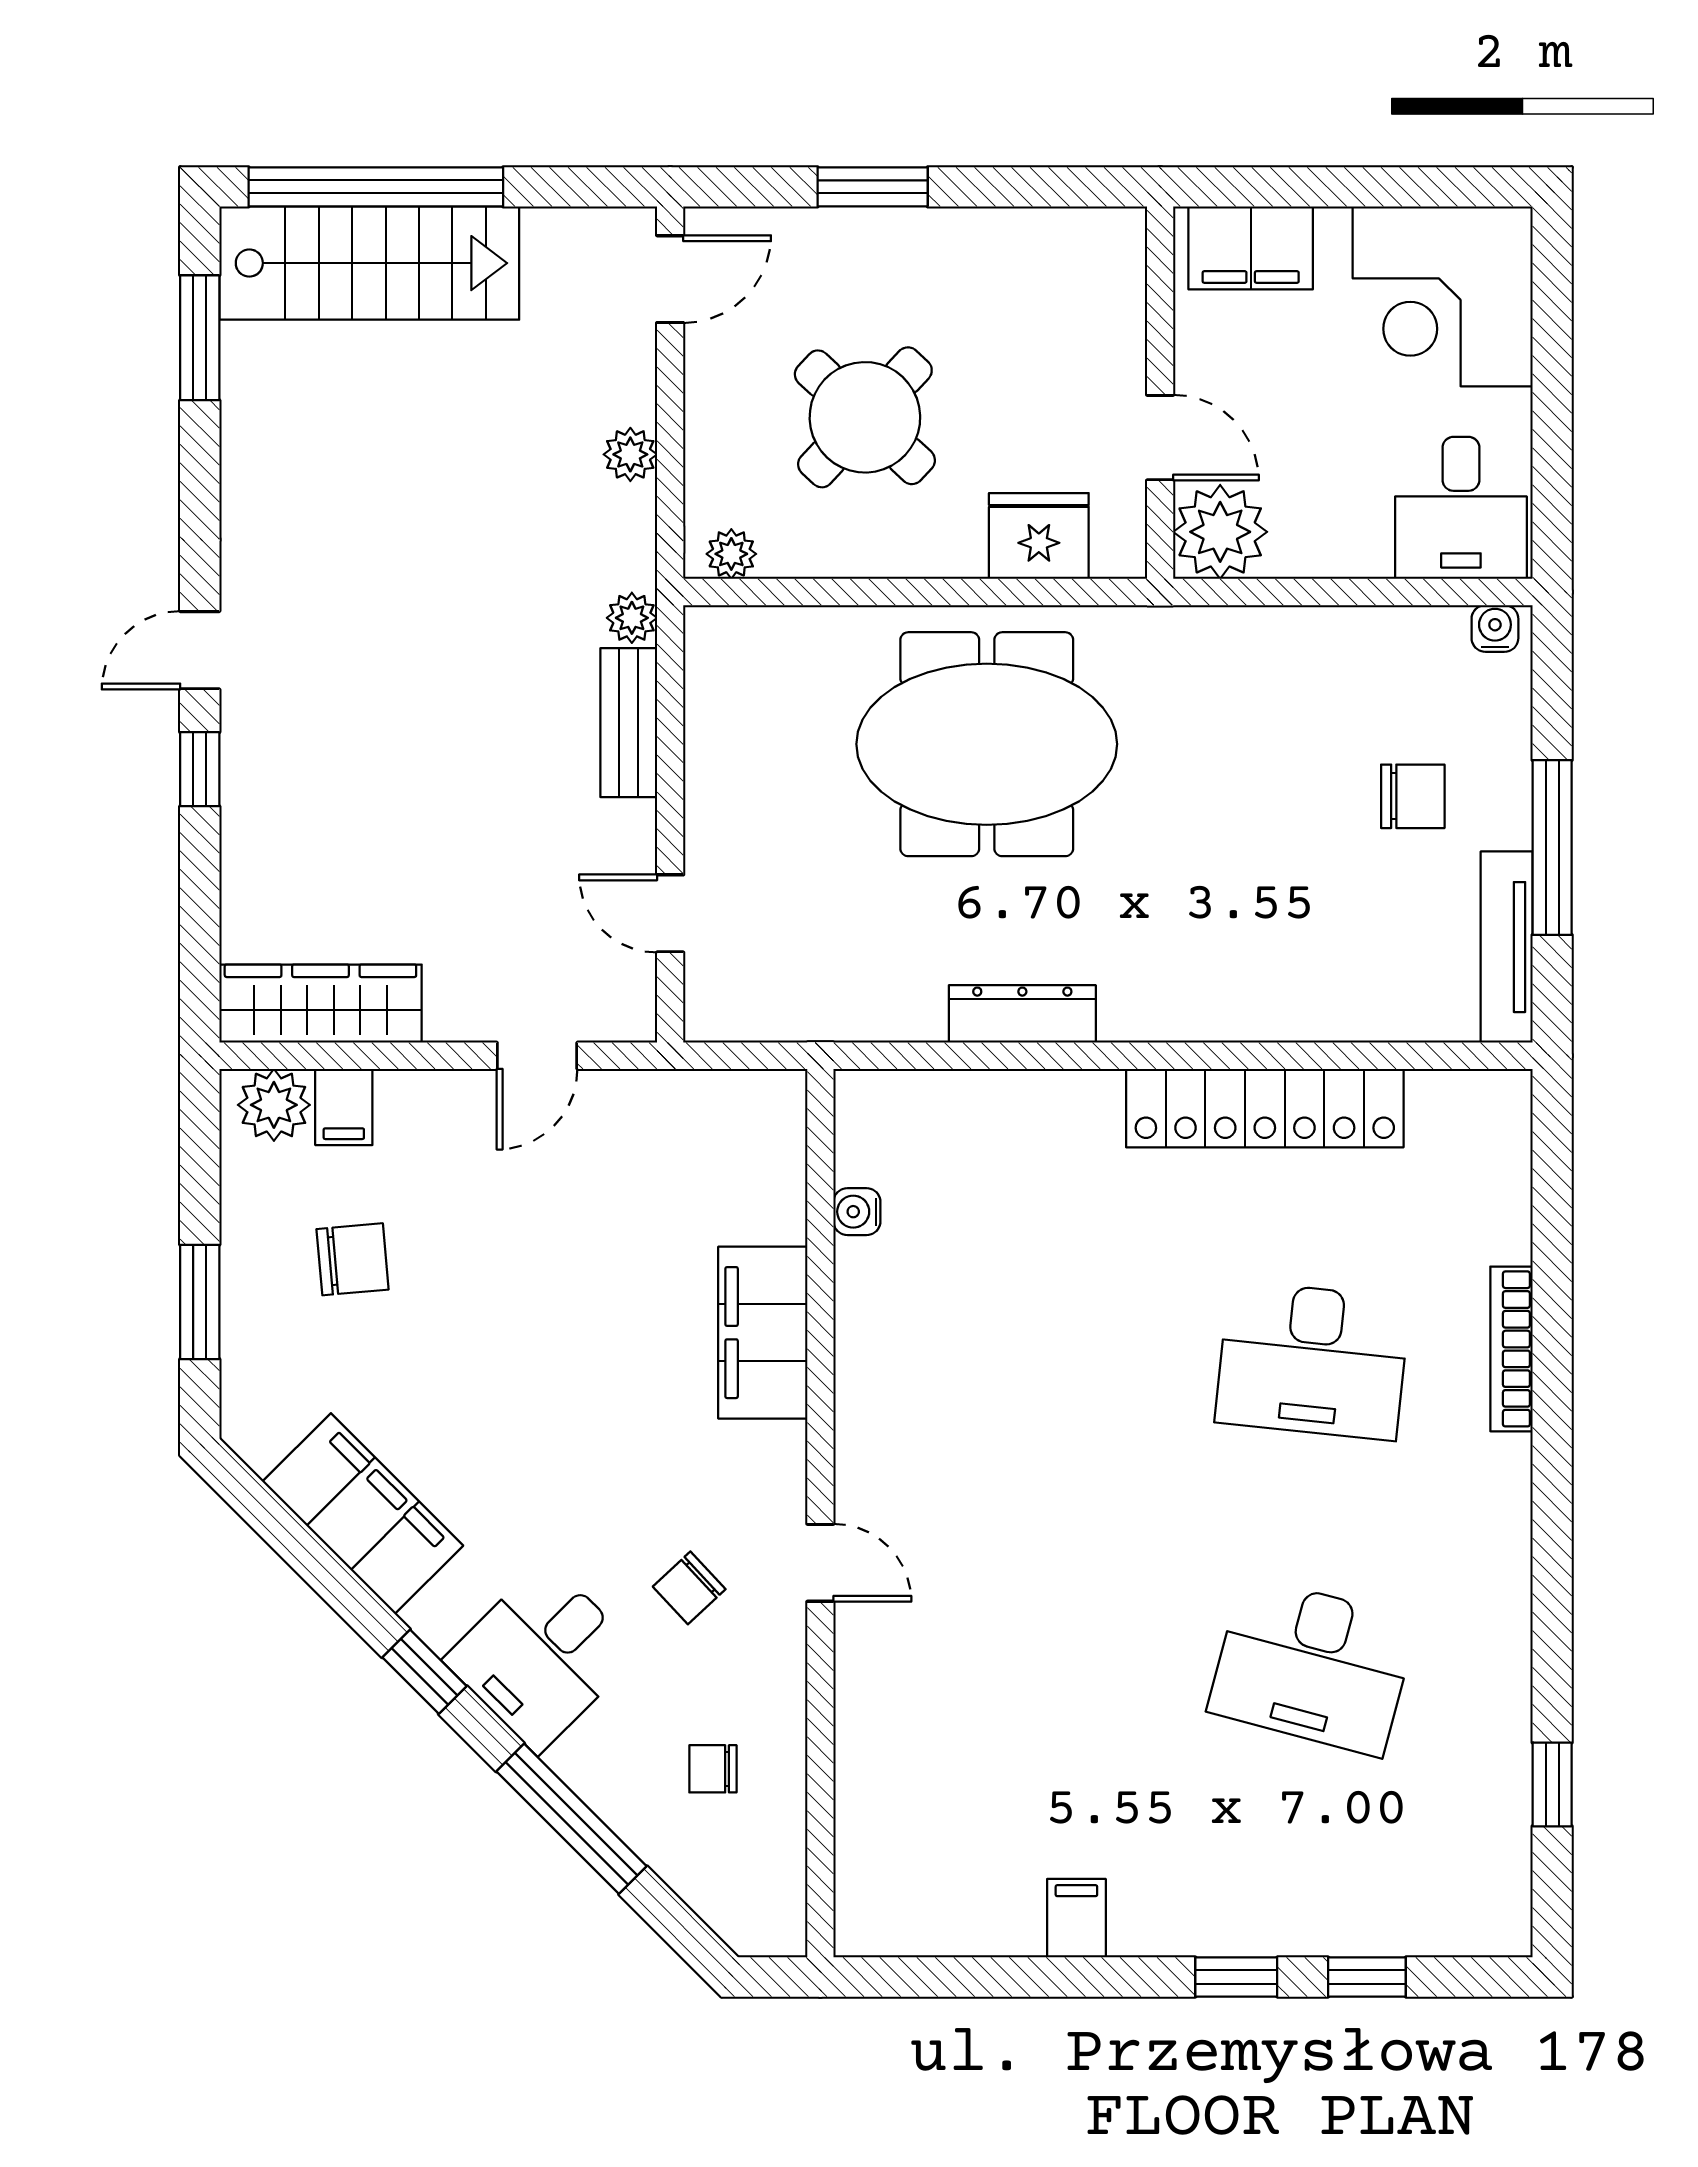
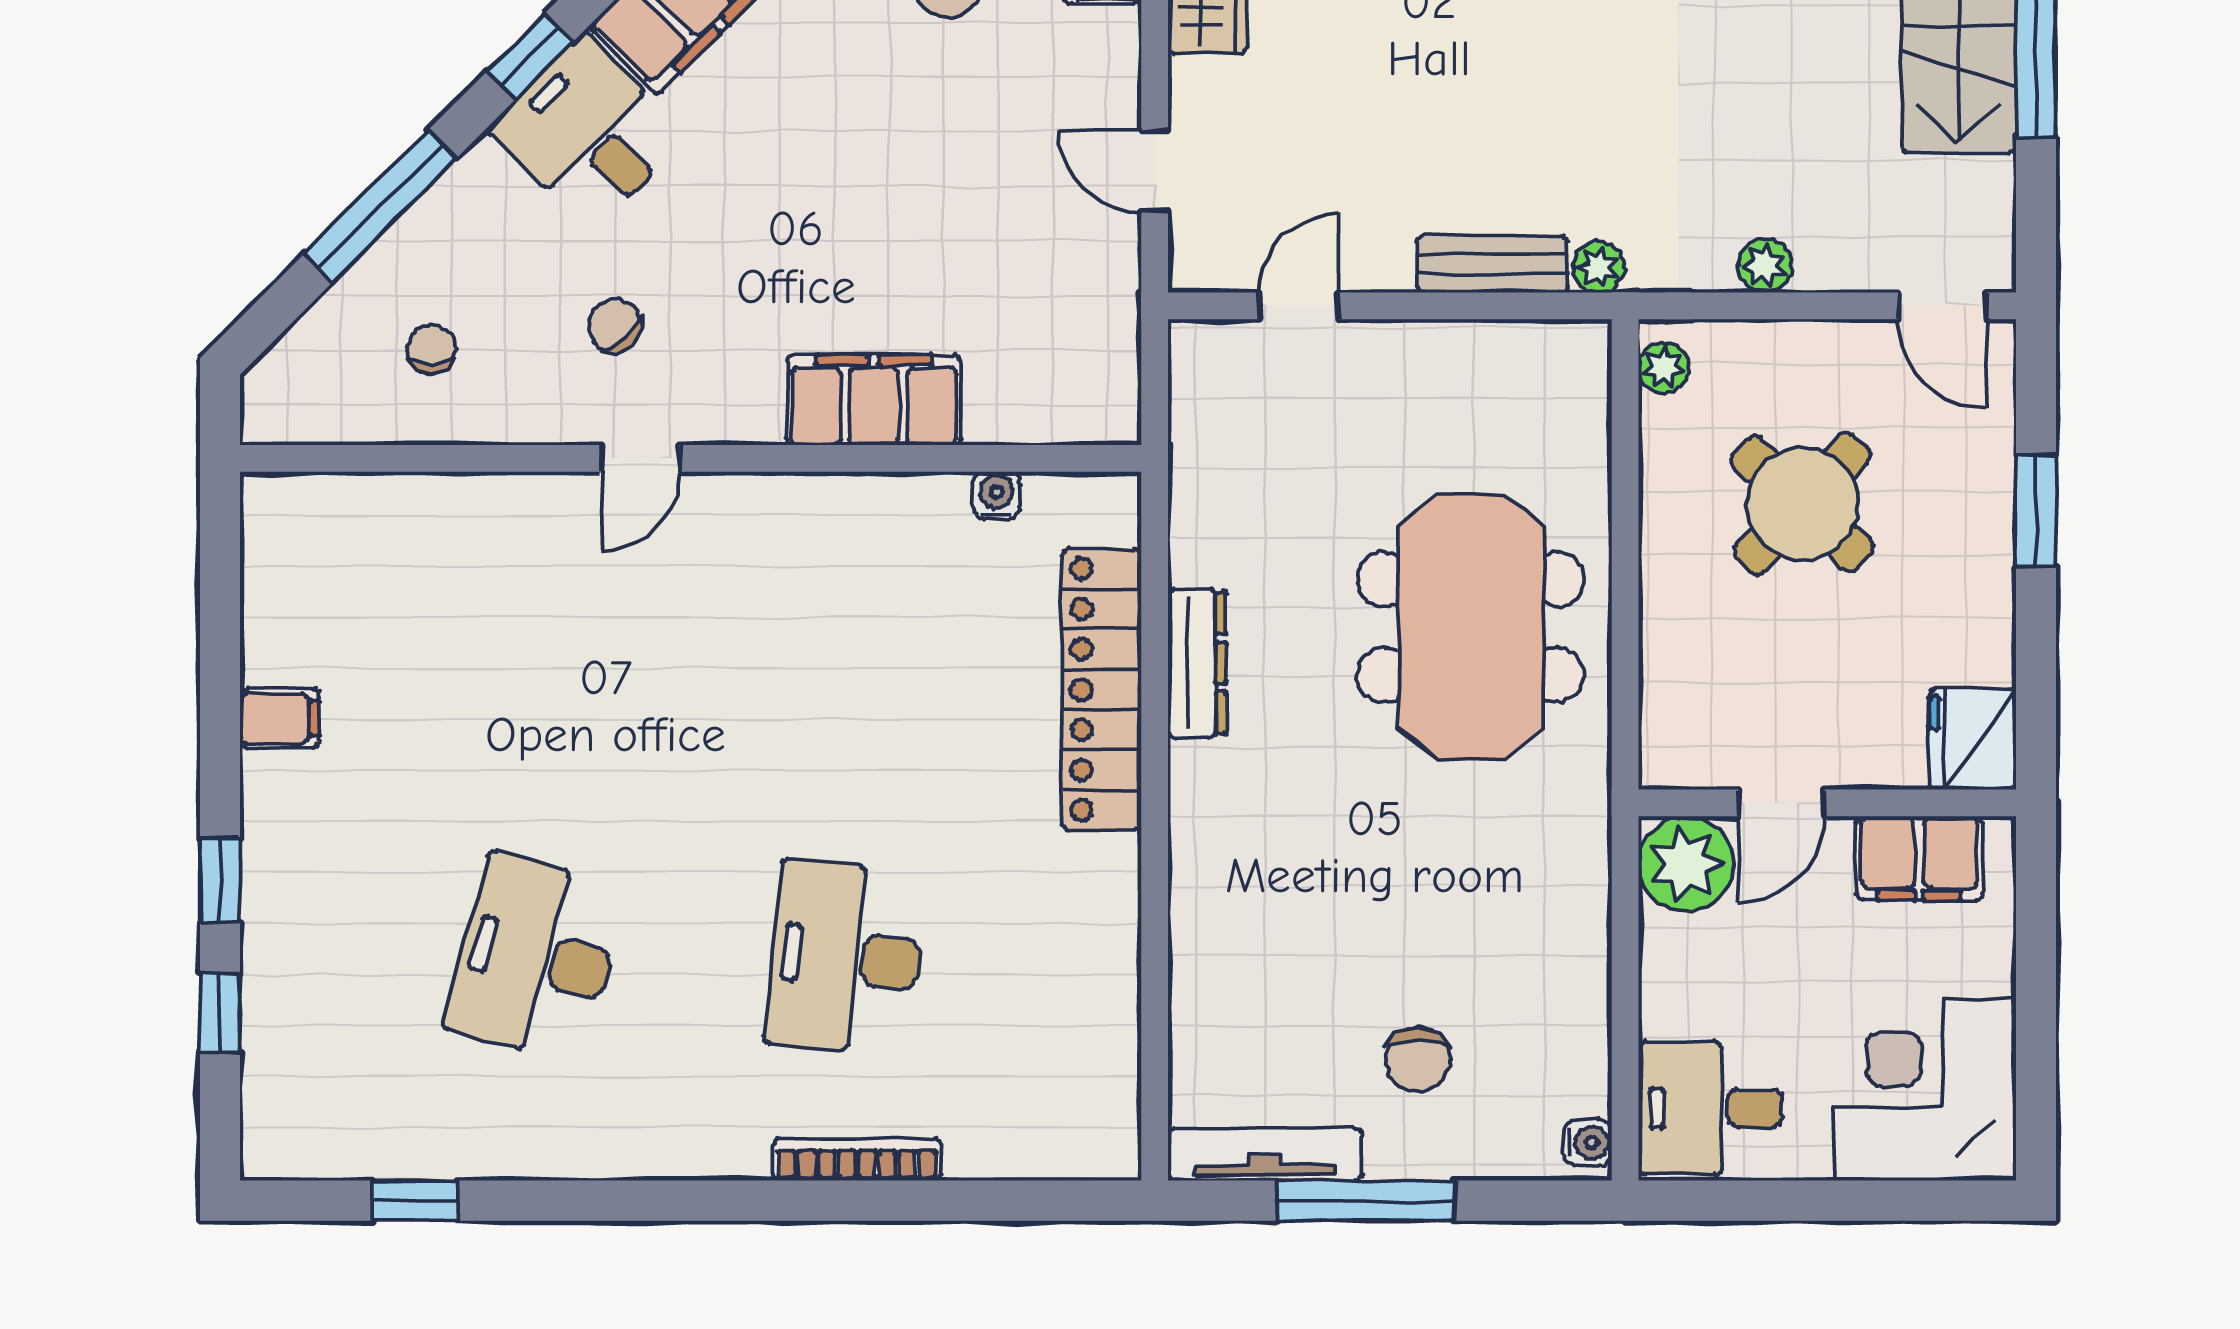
filing cabinet: (1251, 248) -> (1919, 858), moved, turned -90
fridge: (1039, 536) -> (1973, 739), moved, turned 180
locker: (1265, 1108) -> (1101, 690), moved
desk: (542, 1656) -> (588, 133), moved

